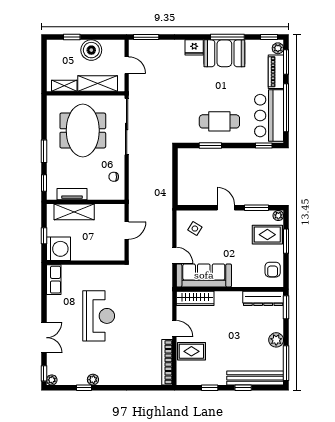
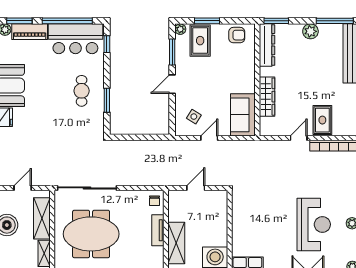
cafe table: (219, 121) -> (82, 91), width x0.73, depth x0.74
chair: (114, 177) -> (155, 201), moved
tv unit: (72, 194) -> (158, 230), moved
door: (127, 230) -> (196, 188), hinge flipped
door: (174, 255) -> (209, 138), moved
sofa: (204, 275) -> (243, 115), width x0.73
wardrobe: (195, 298) -> (267, 97), moved
reception desk: (99, 316) -> (314, 224), moved, turned 90

